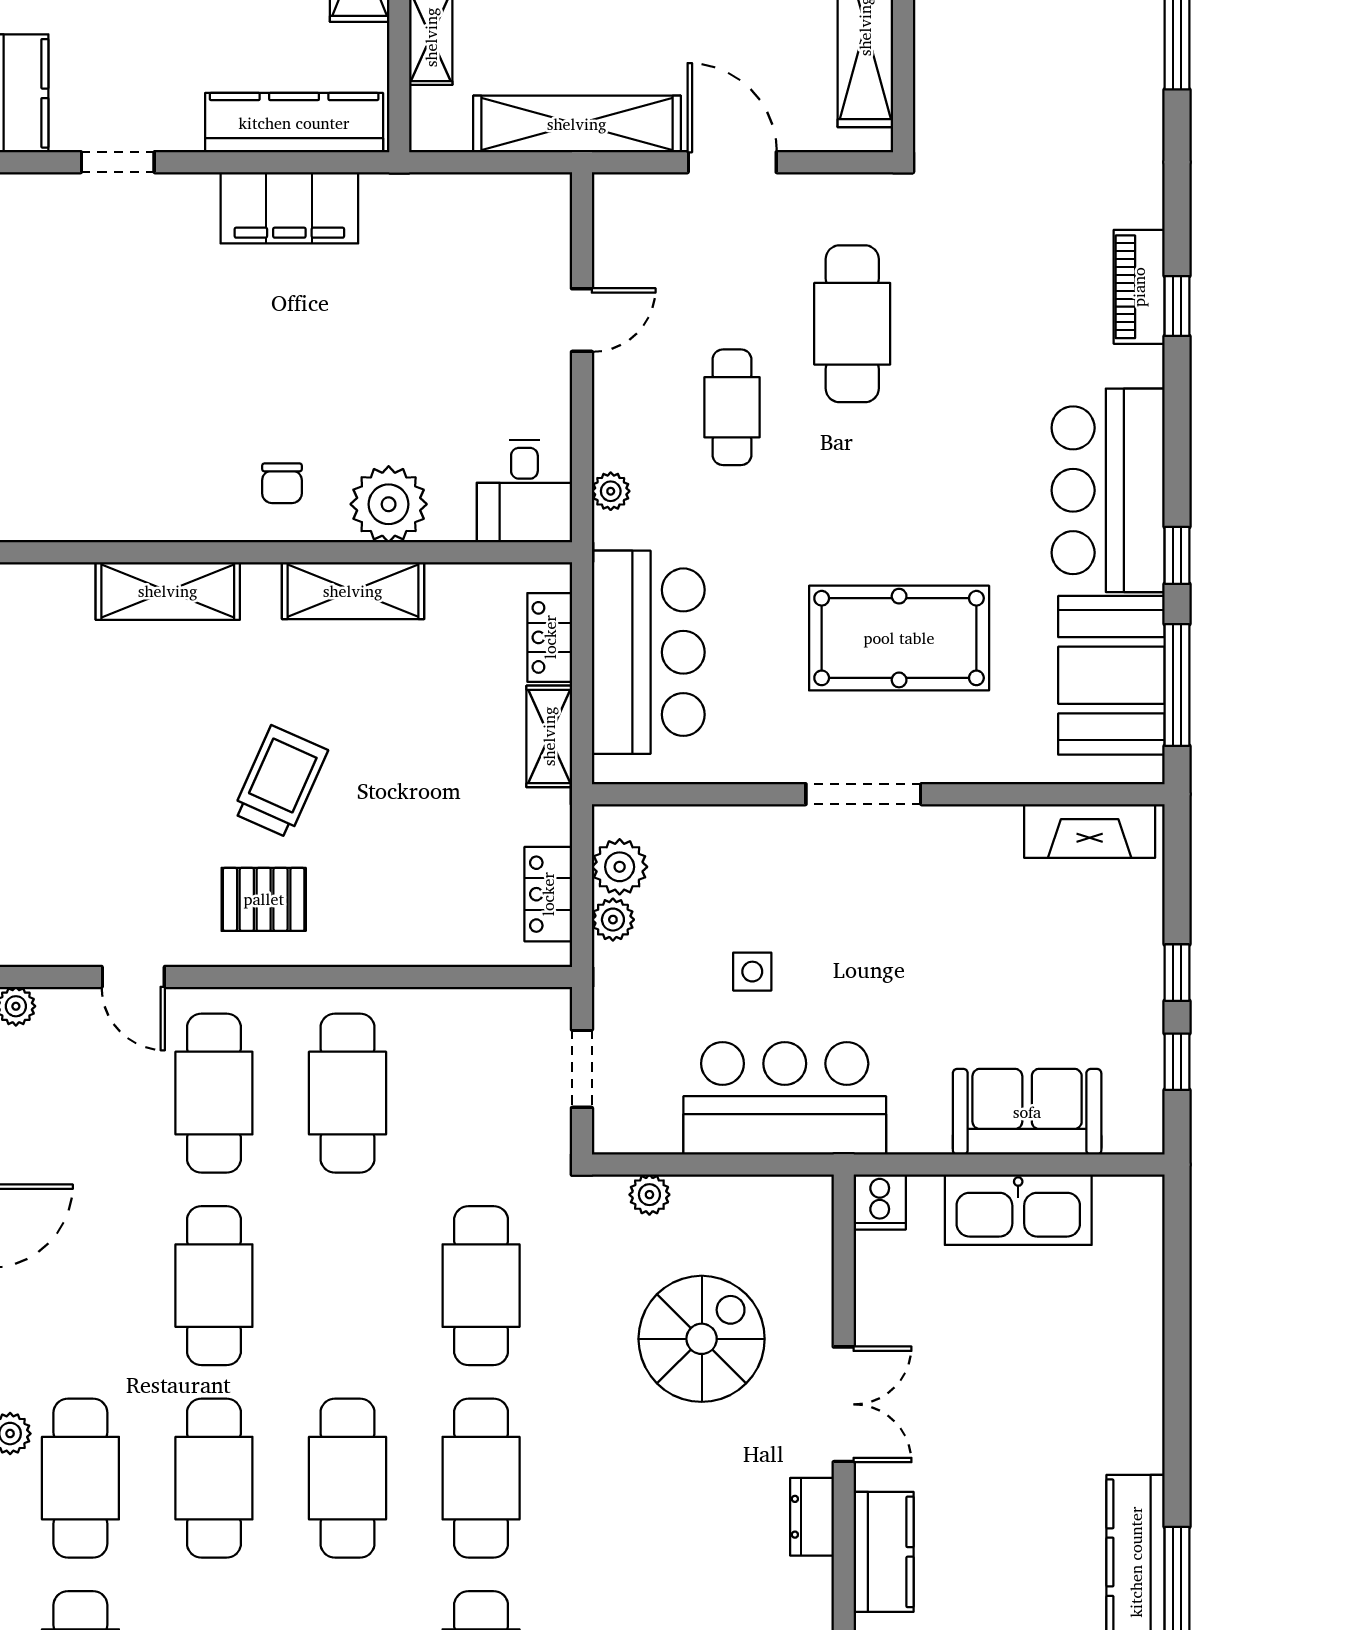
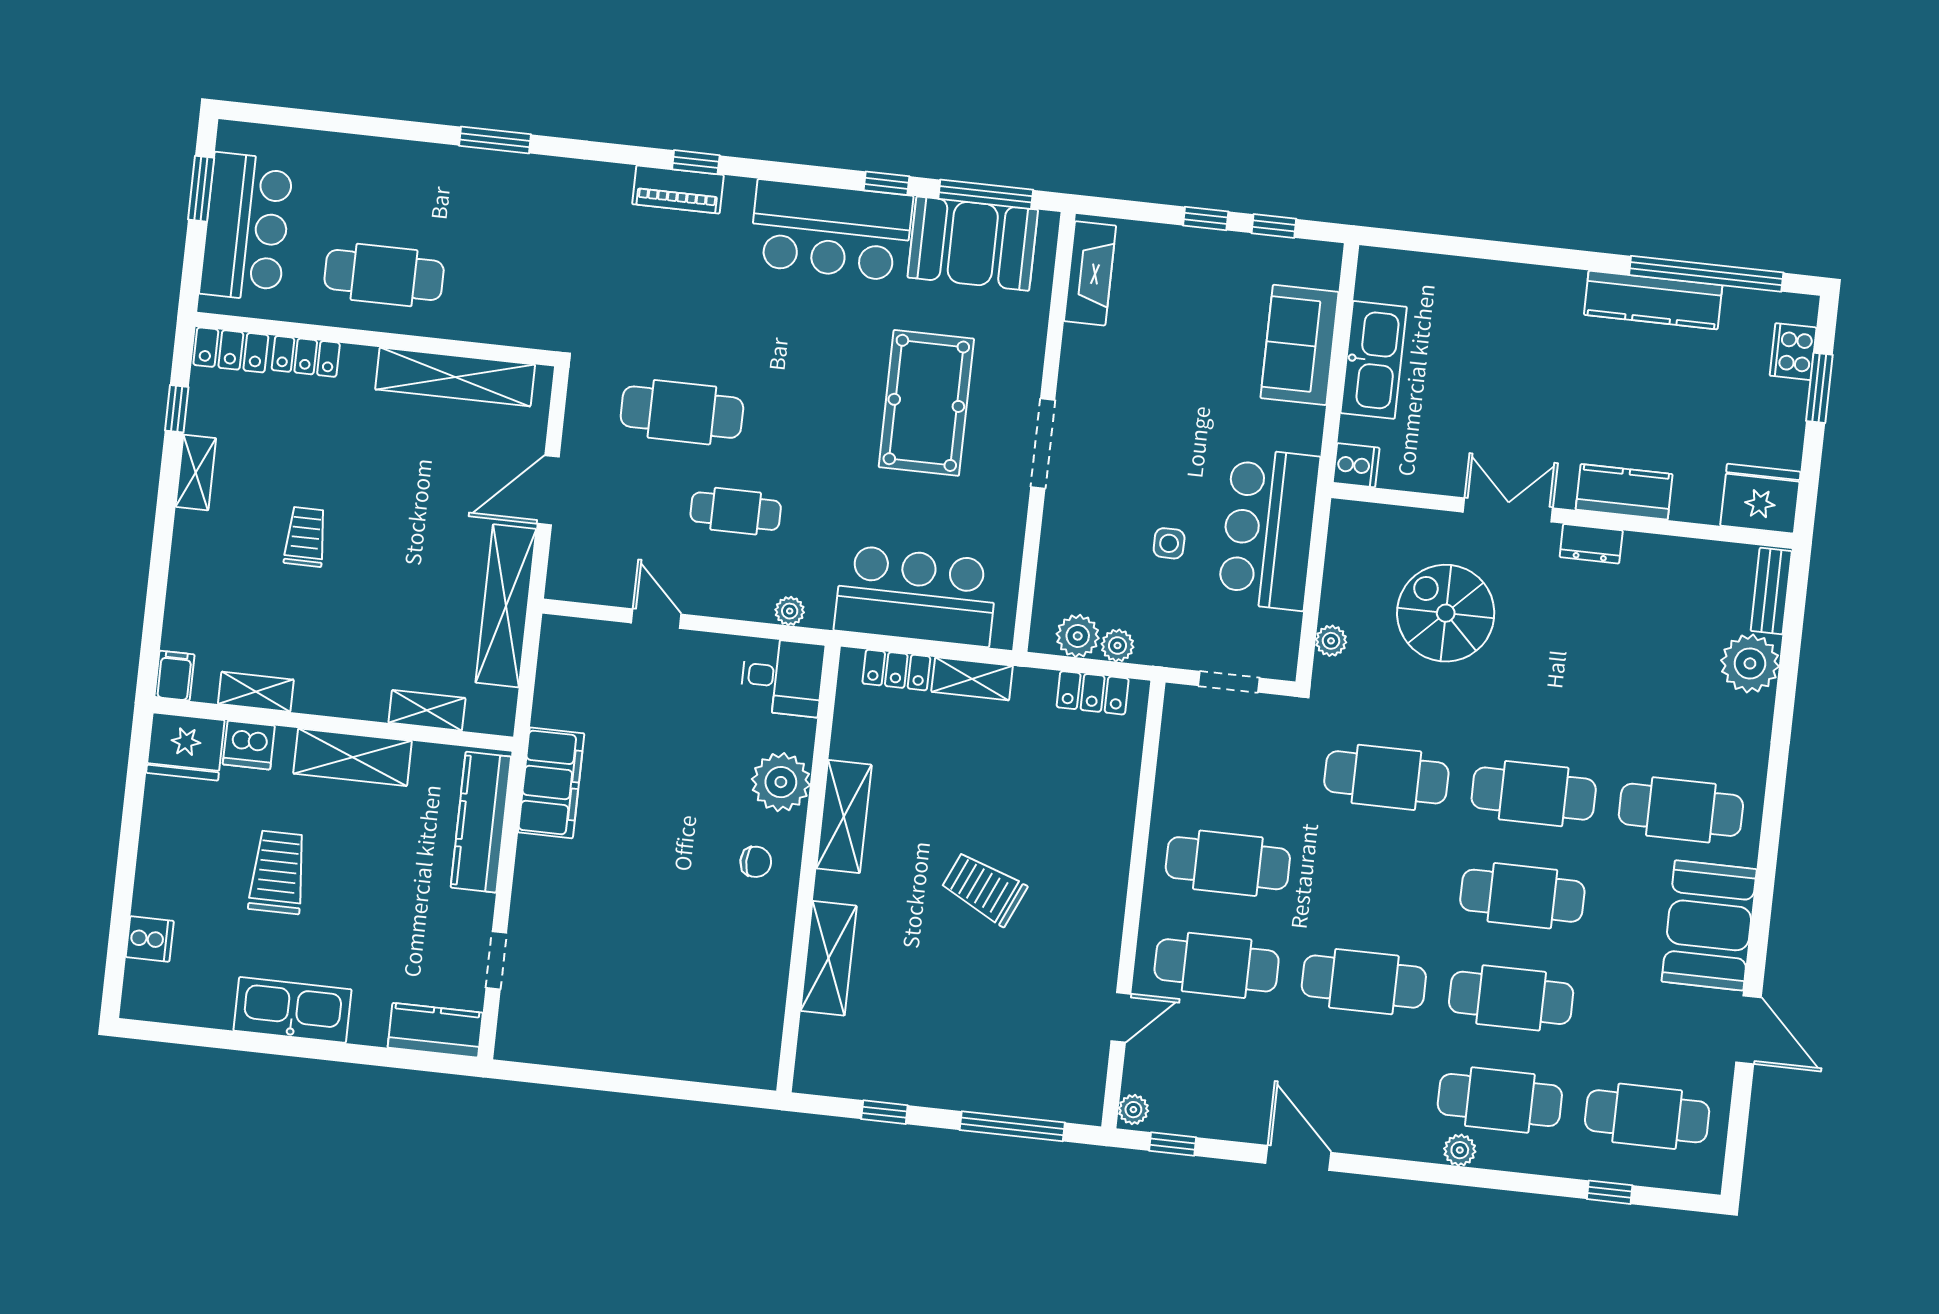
filing cabinet: (289, 208) -> (551, 783), moved
pallet: (264, 899) -> (1073, 911), removed

